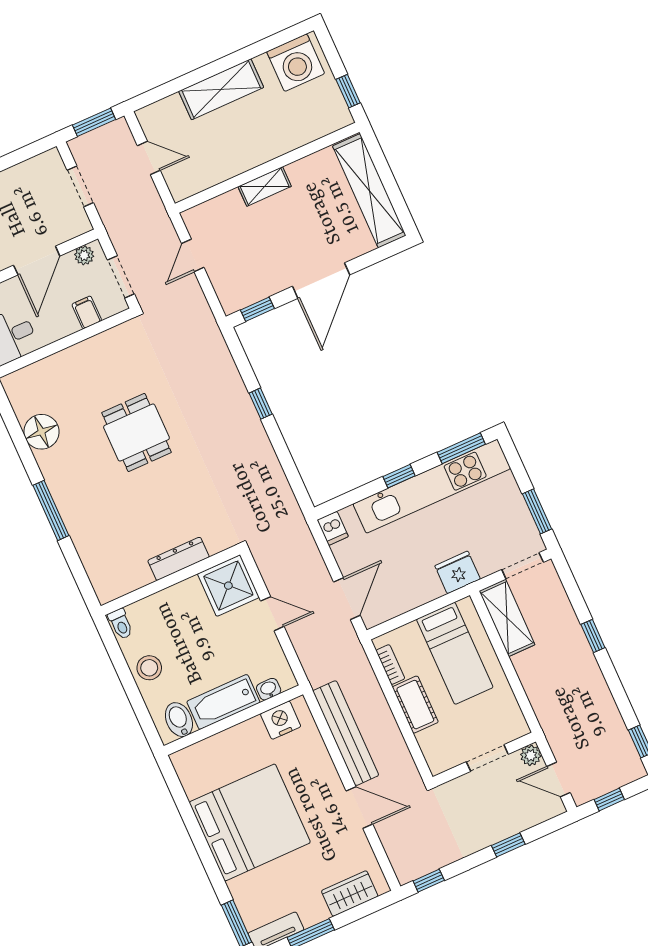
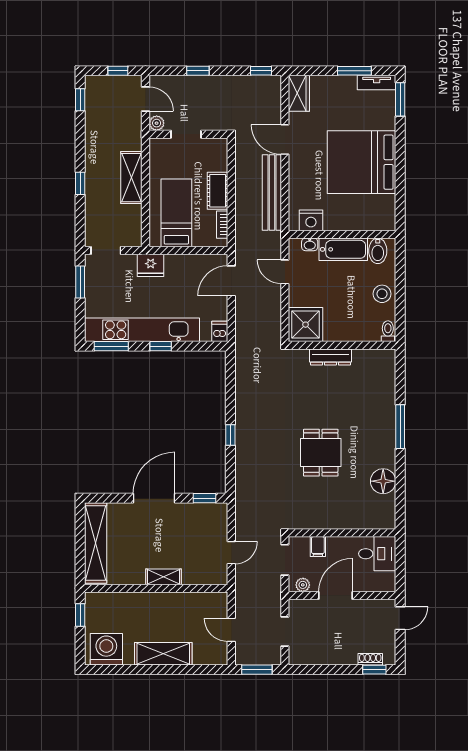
door: (272, 614) -> (285, 272), moved
shelving: (507, 618) -> (131, 178), moved
wardrobe: (350, 894) -> (299, 93), moved, turned -90

